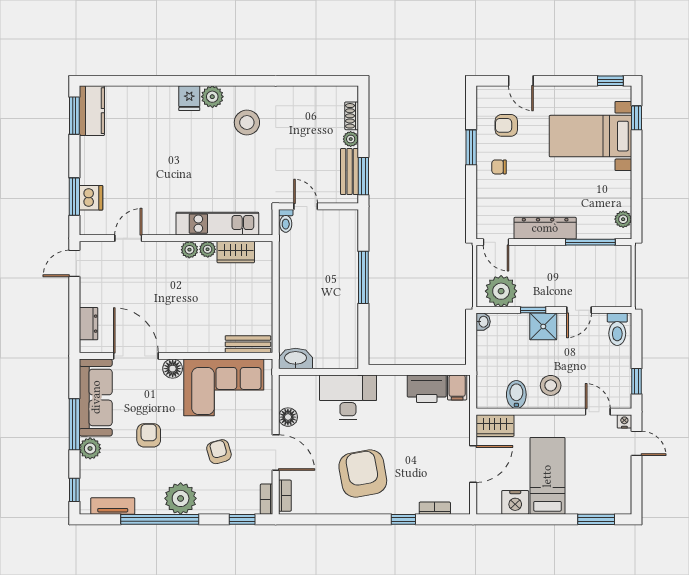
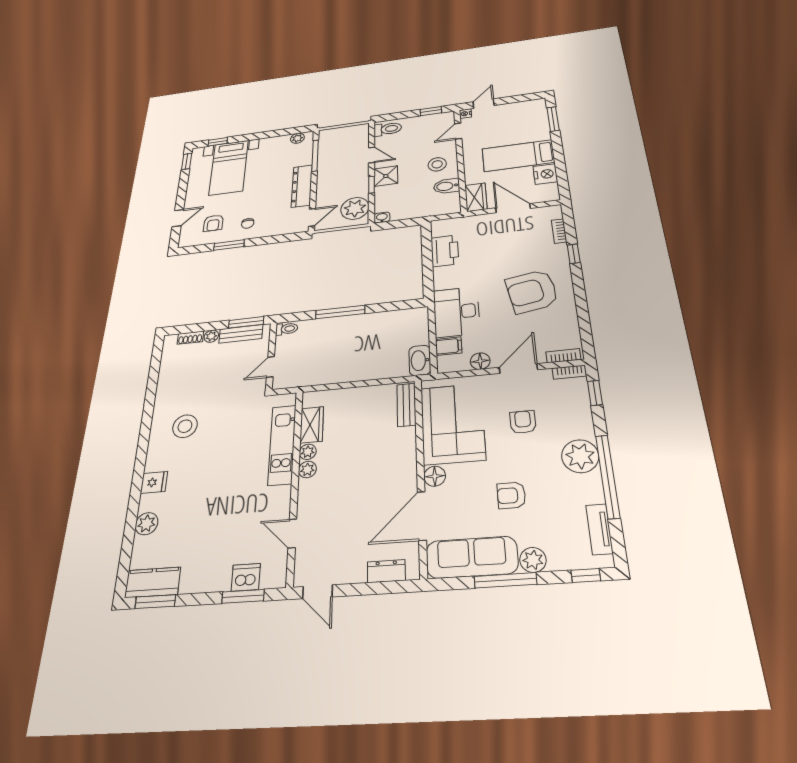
plant: (212, 97) -> (147, 524), moved
toilet: (286, 221) -> (287, 329), moved
filing cabinet: (457, 387) -> (449, 346), moved
armchair: (219, 452) -> (523, 422), turned 106

